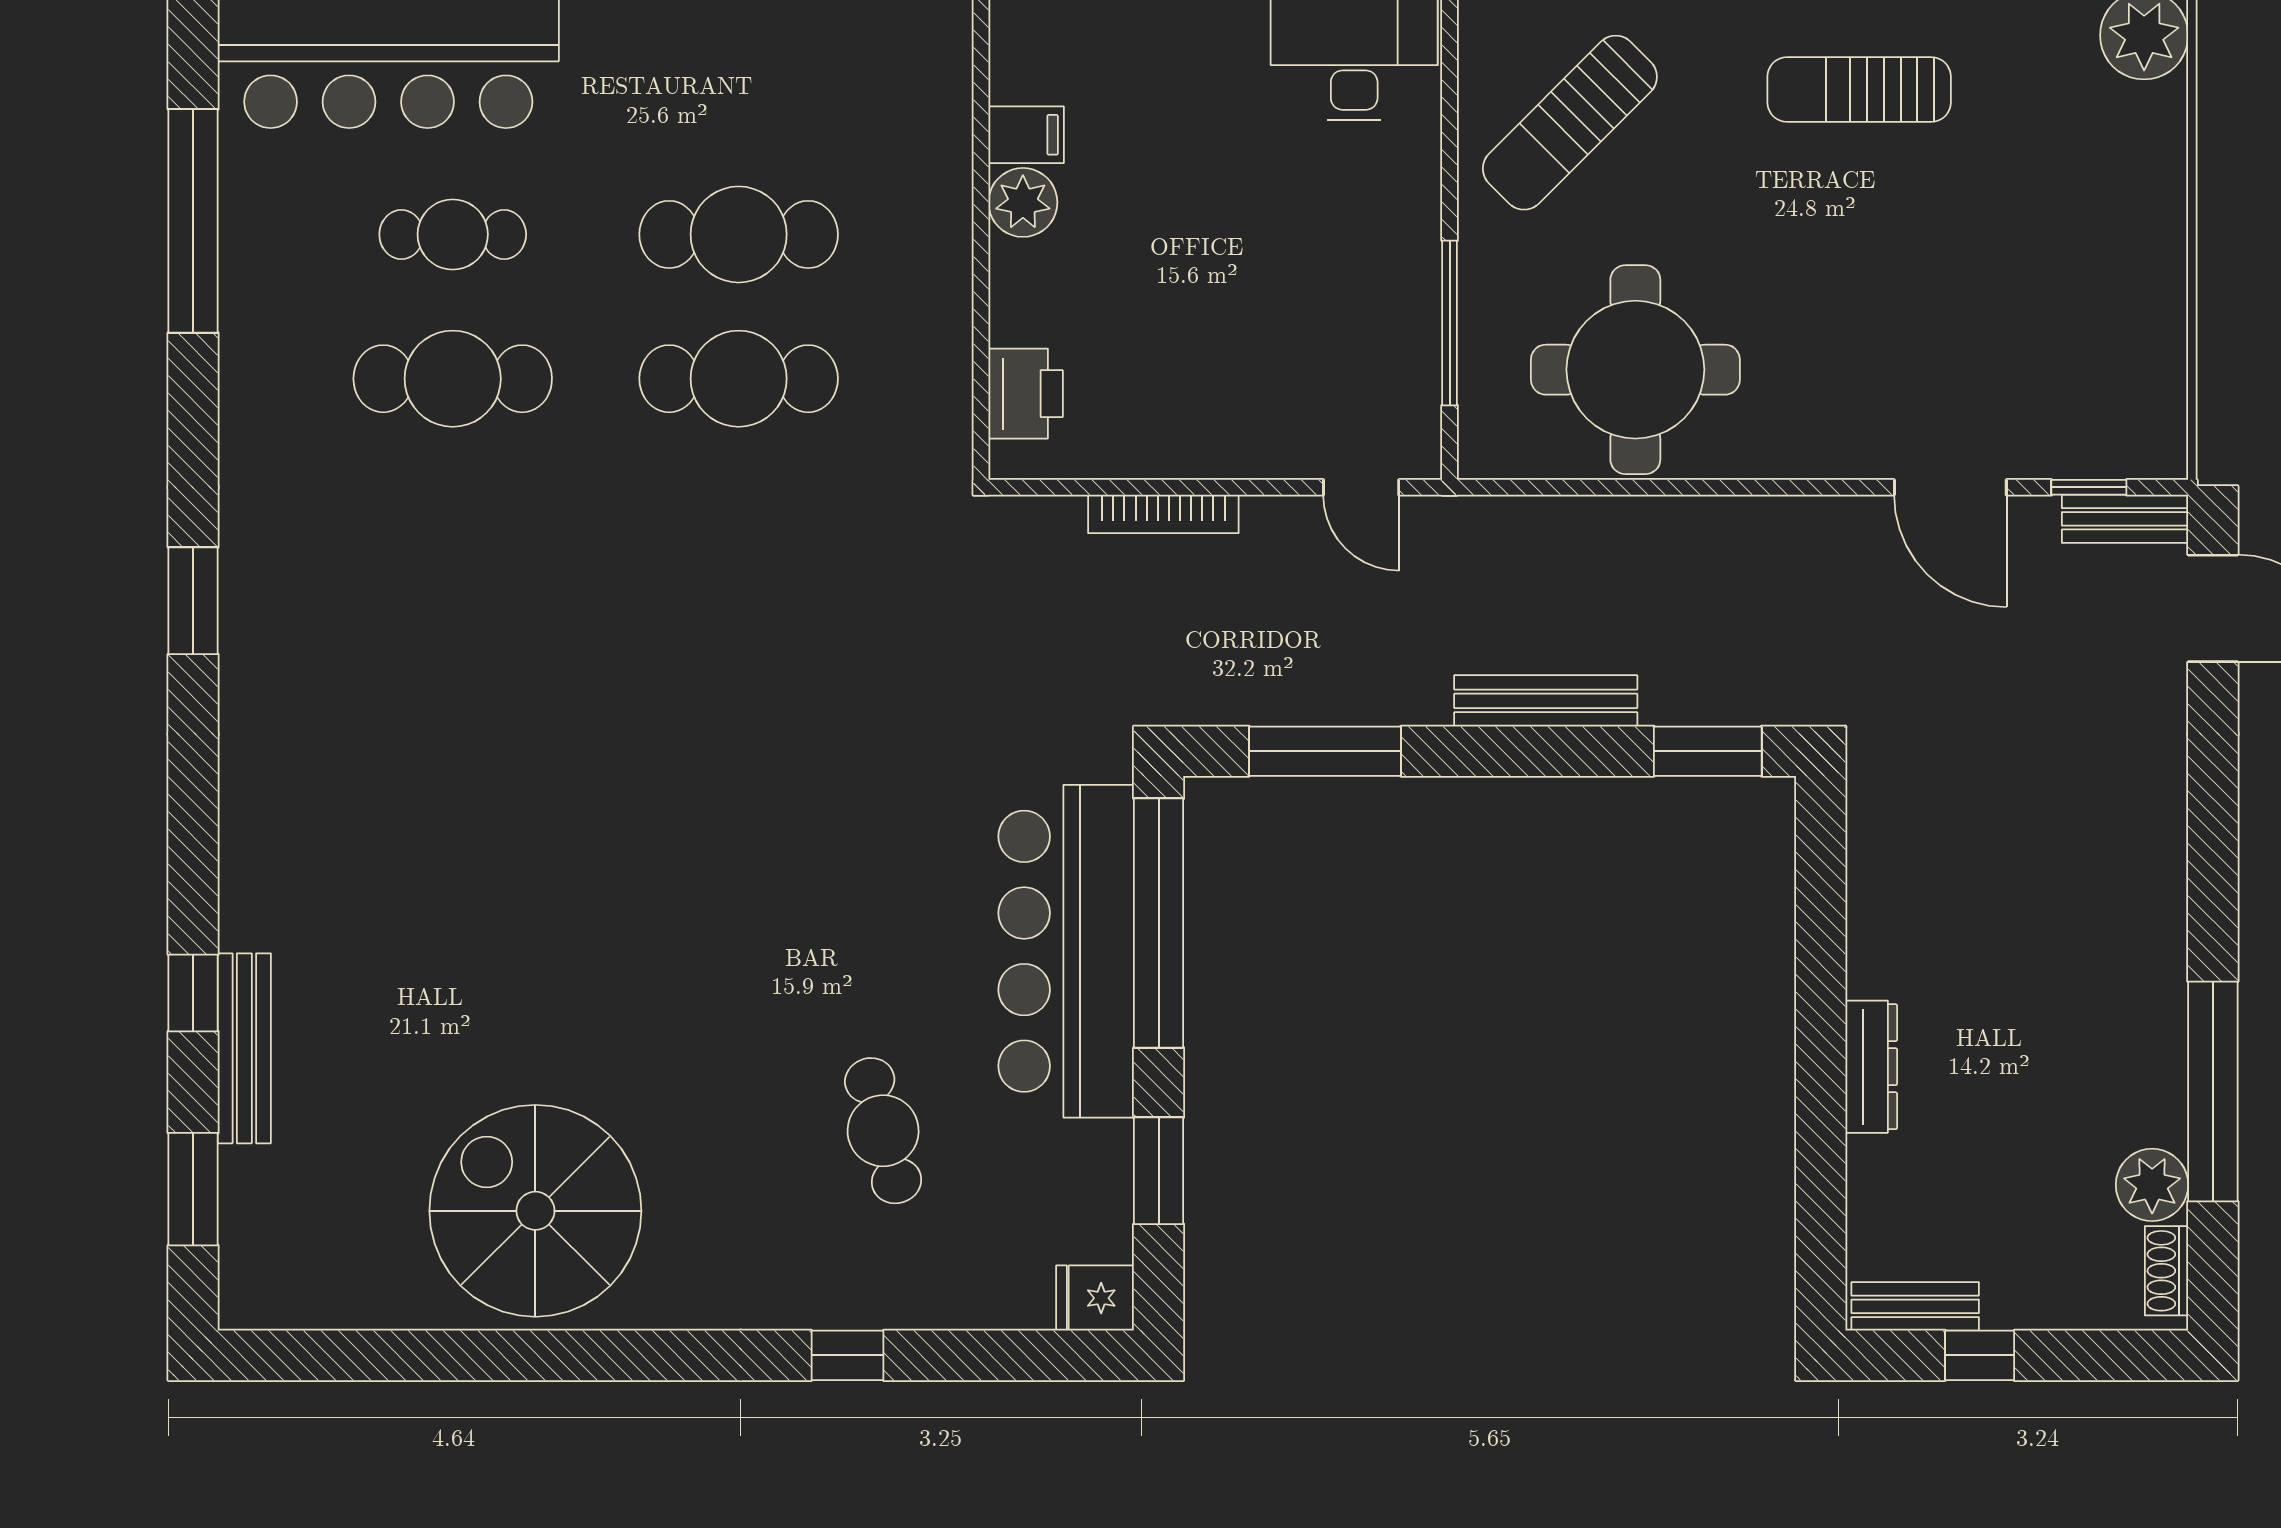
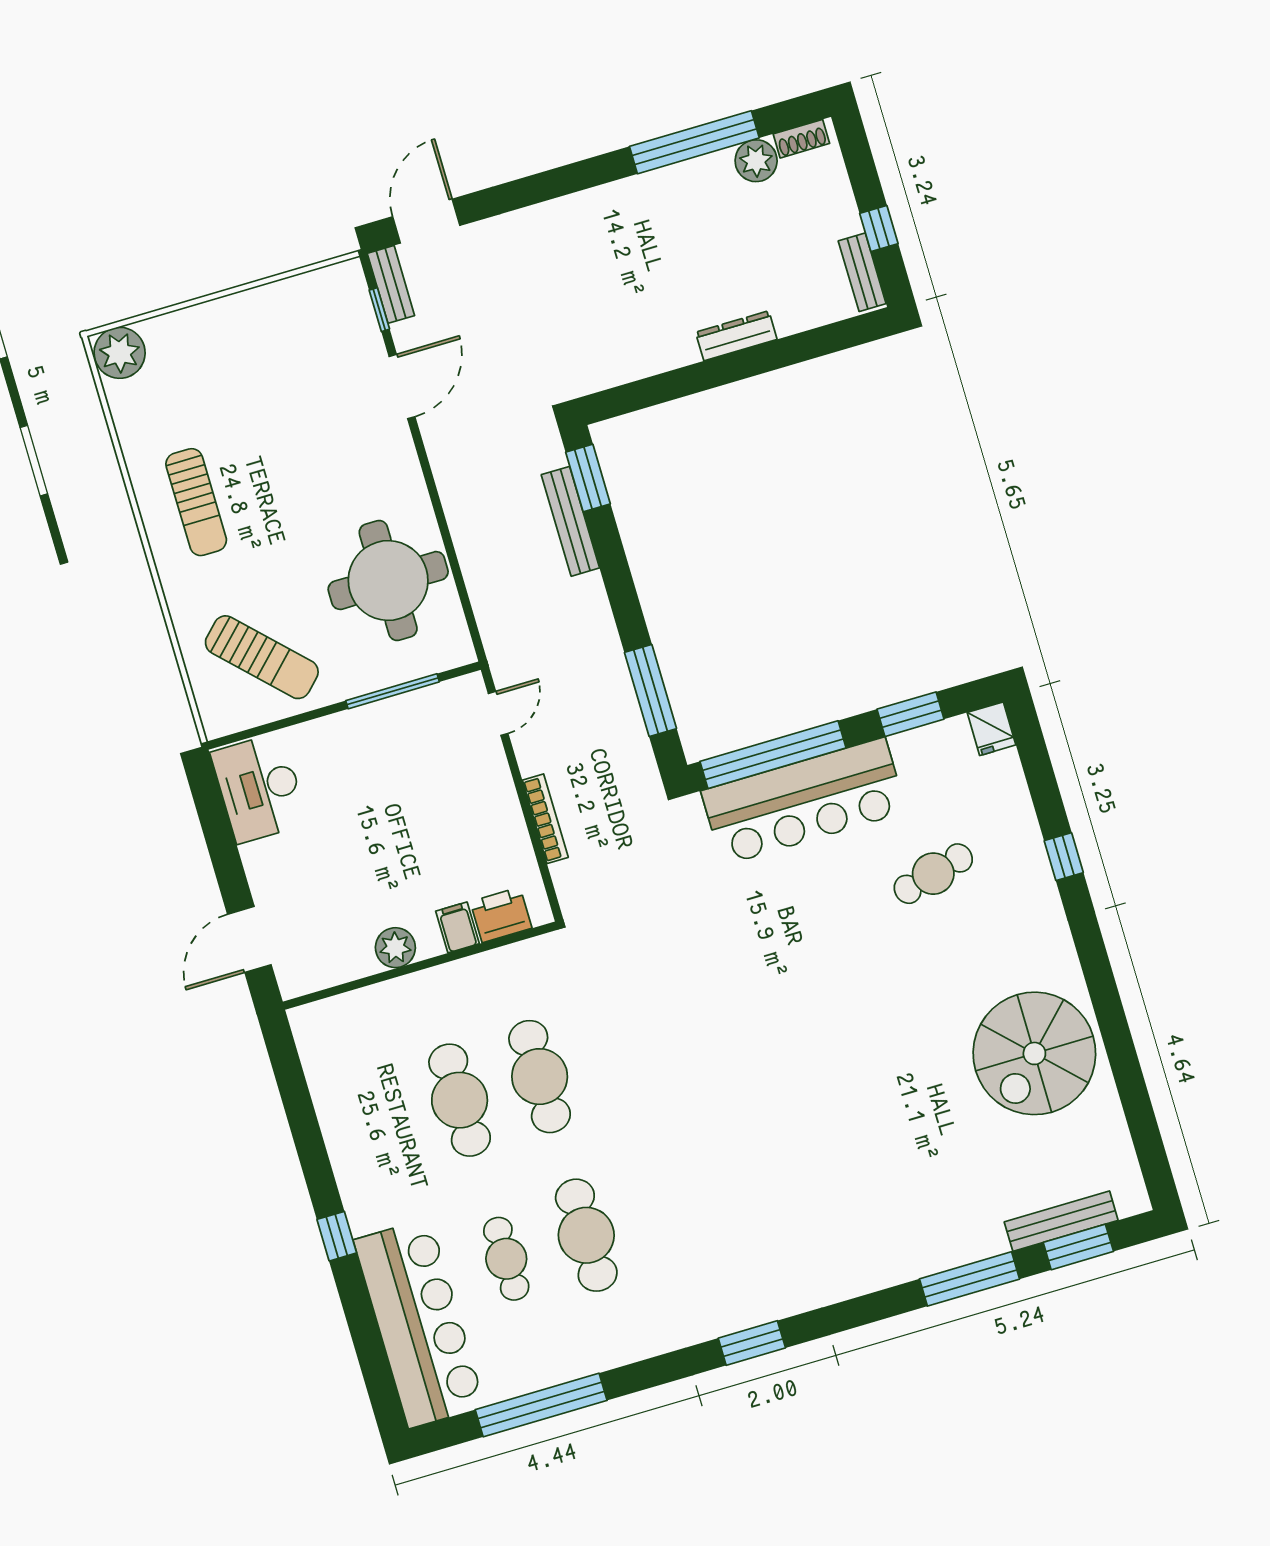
filing cabinet: (1026, 135) -> (457, 927), moved
bench: (1546, 701) -> (570, 521), moved
window: (193, 993) -> (969, 1279), width x2.17
bench: (244, 1048) -> (1061, 1221), moved

